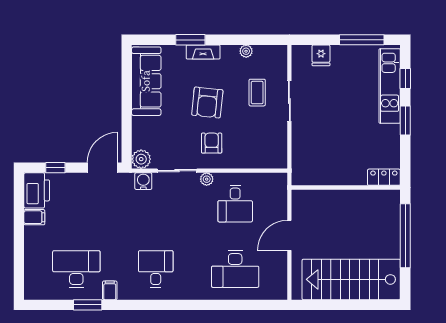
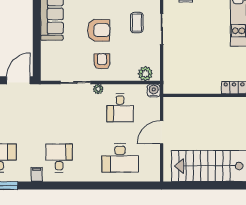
armchair: (207, 102) -> (99, 30), turned -96
plant: (141, 159) -> (145, 74), moved
water cooler: (143, 181) -> (154, 91), moved
filing cabinet: (110, 290) -> (37, 174), moved

